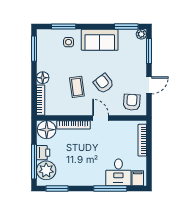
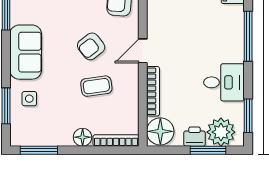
window: (34, 162) -> (208, 150), width x0.69
desk: (118, 172) -> (224, 82), moved

